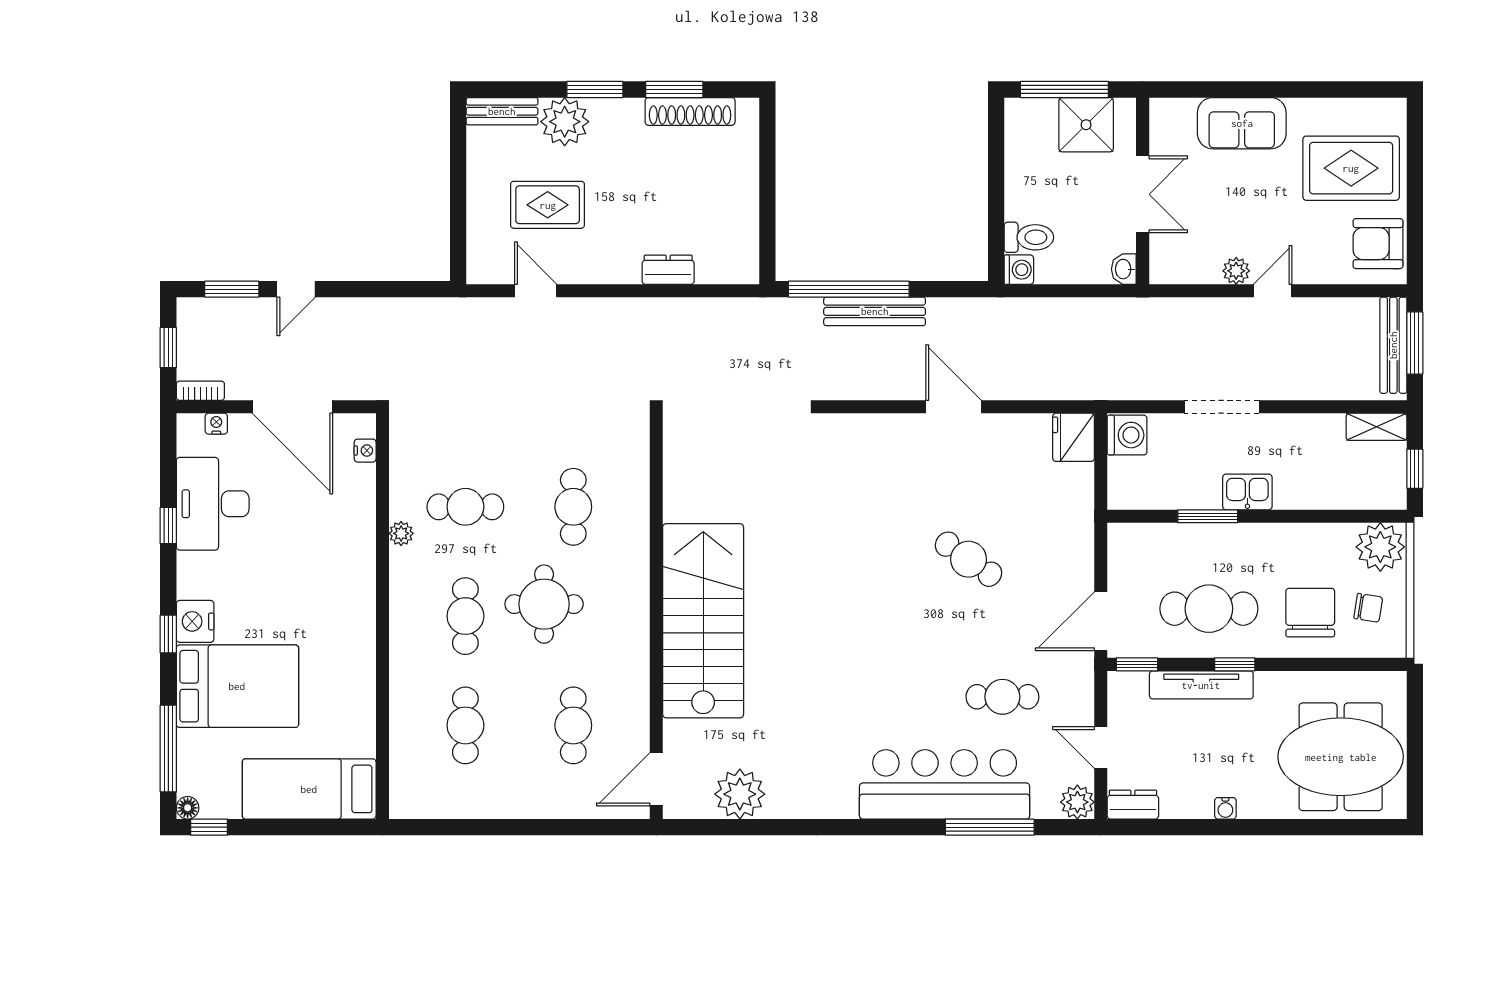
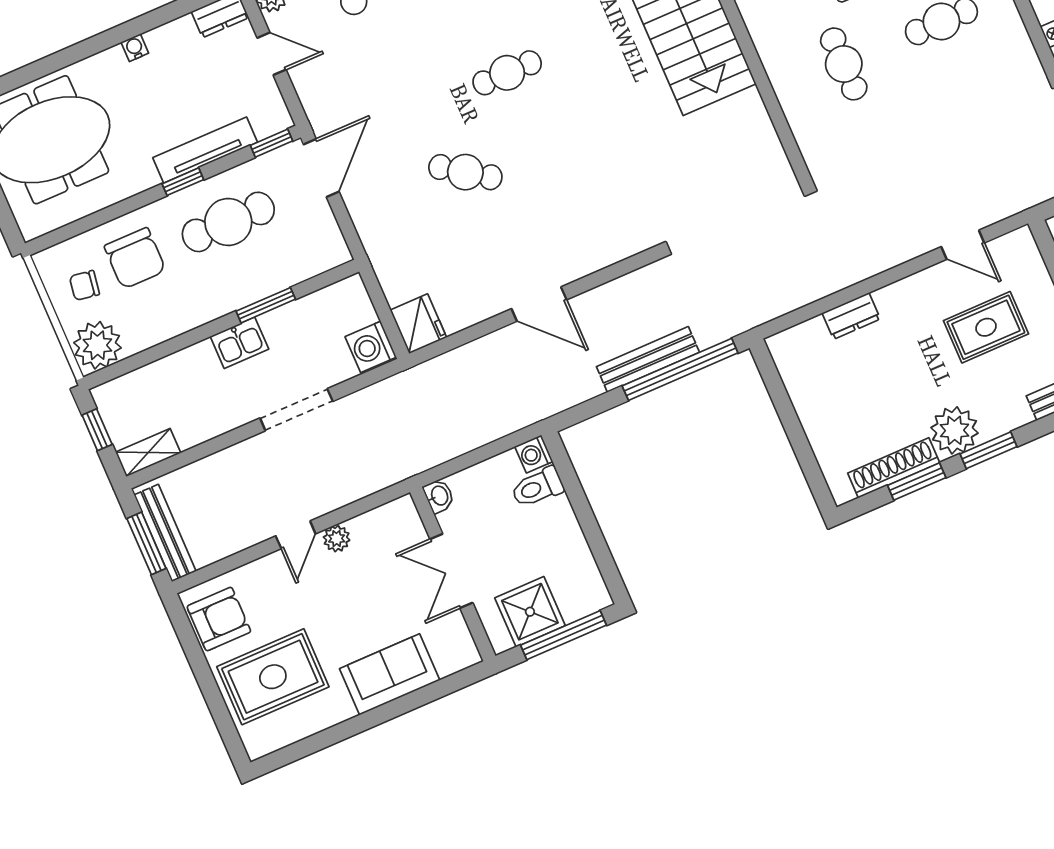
plant: (565, 122) -> (955, 430), moved
cafe table: (1002, 697) -> (507, 73), moved

